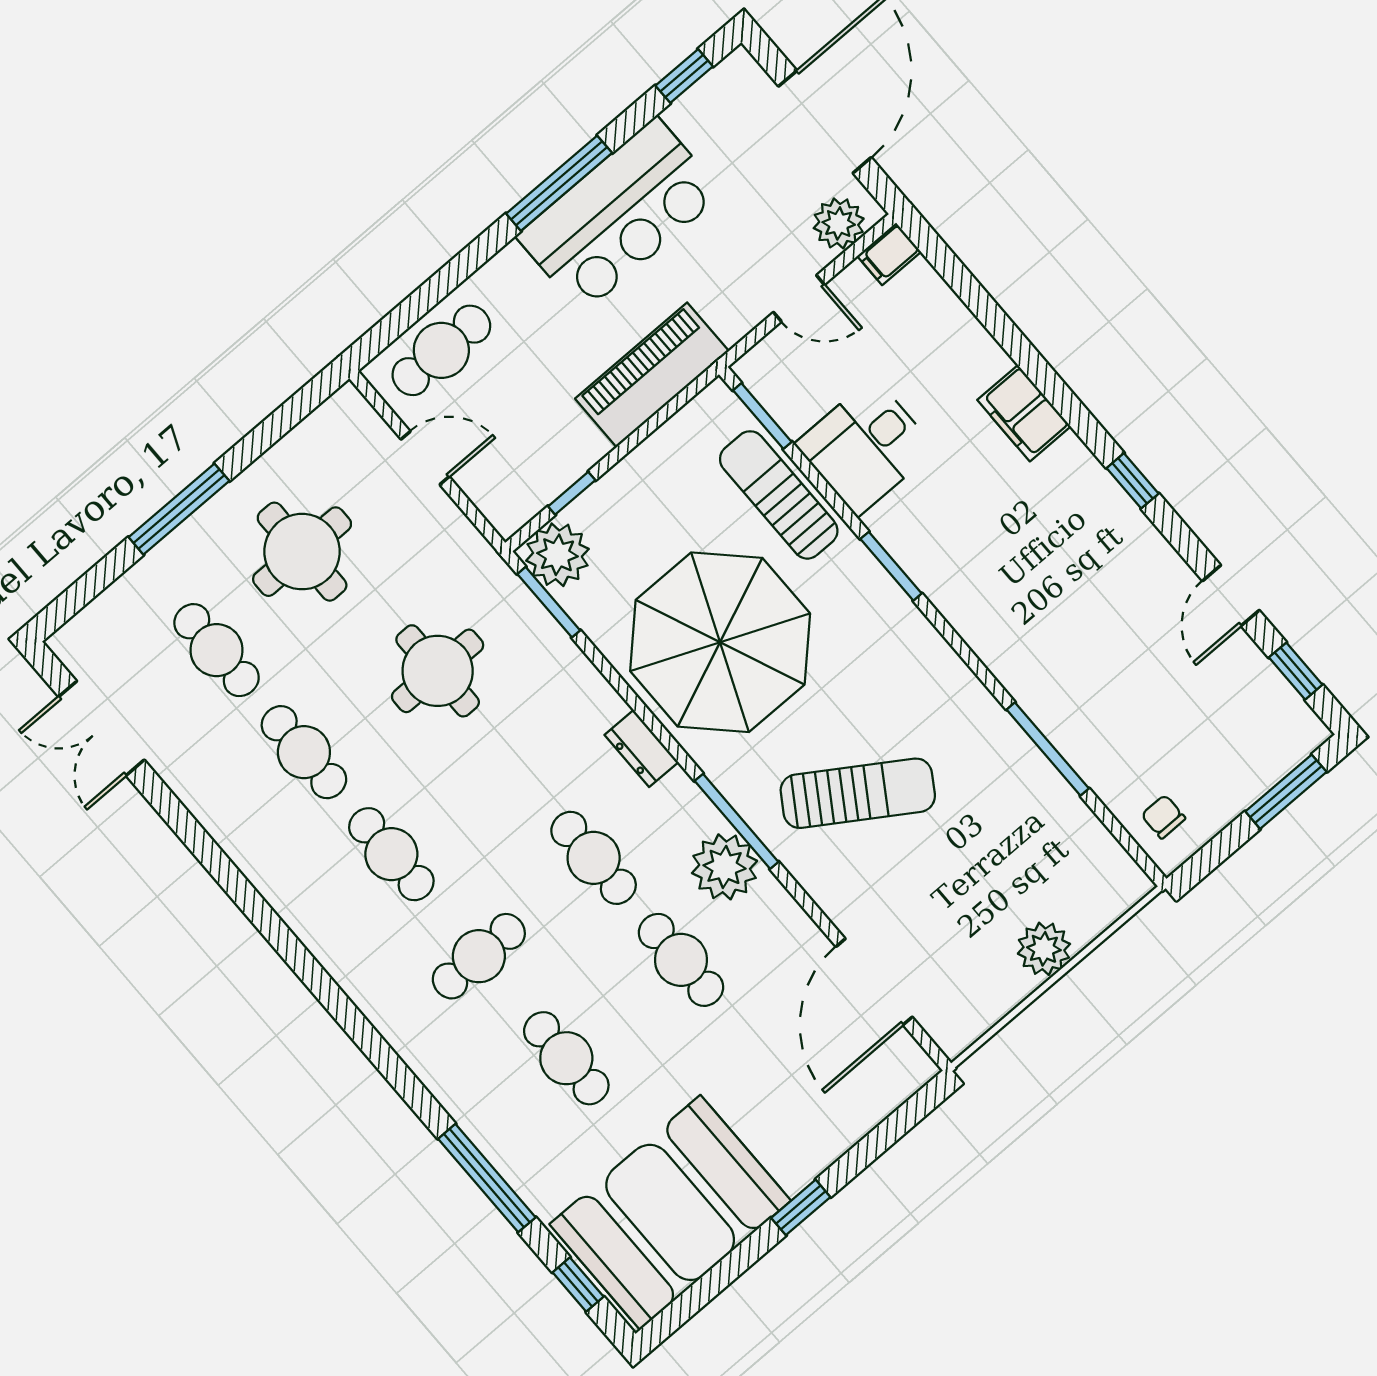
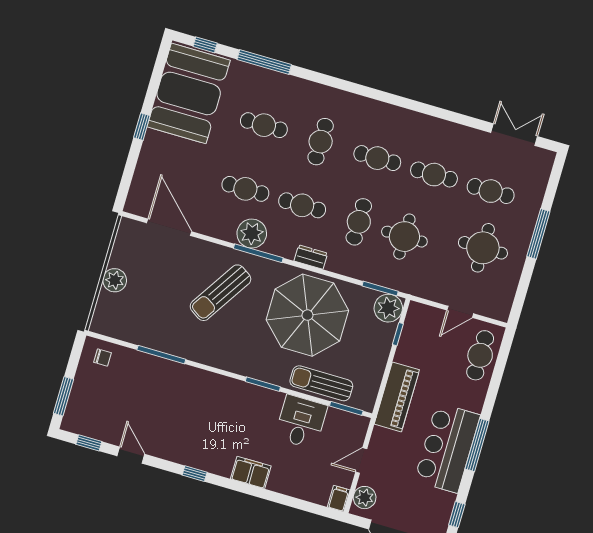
sun lounger: (779, 495) -> (321, 383), turned 180
cafe table: (506, 756) -> (359, 222), added

